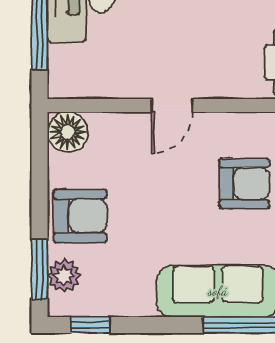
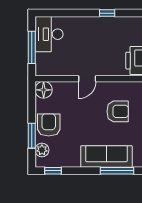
armchair: (80, 216) -> (49, 125), turned -90
window: (39, 269) -> (32, 136), moved

